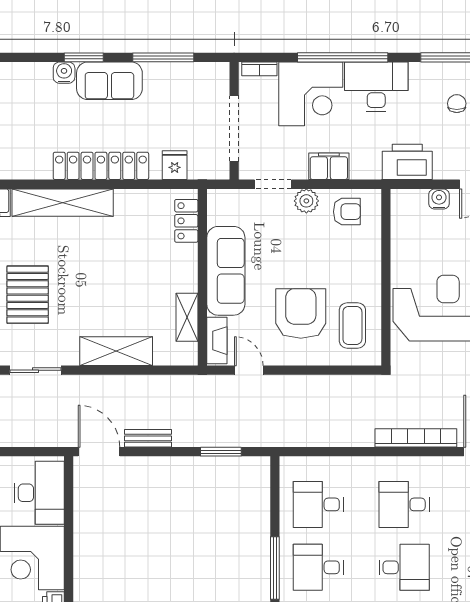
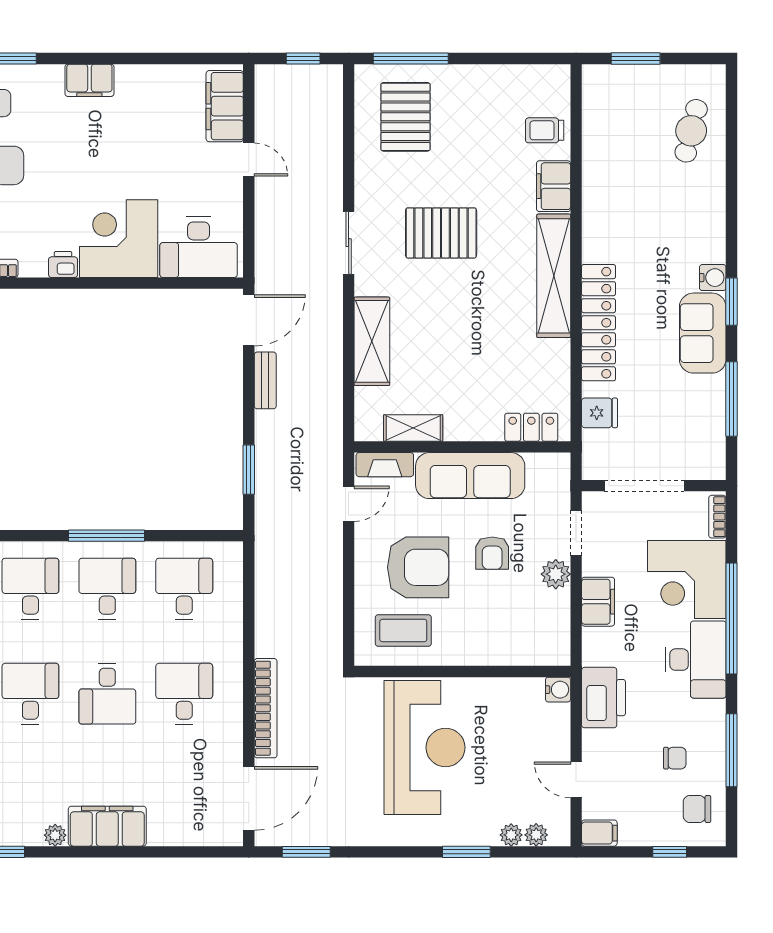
water cooler: (439, 199) -> (558, 690), moved
armchair: (347, 212) -> (492, 553), moved

